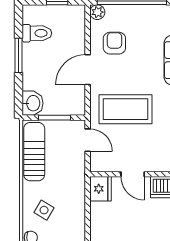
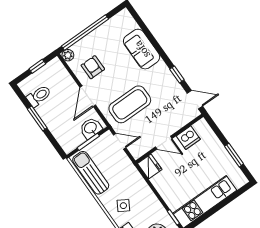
washbasin: (33, 103) -> (91, 128), moved, turned -90

